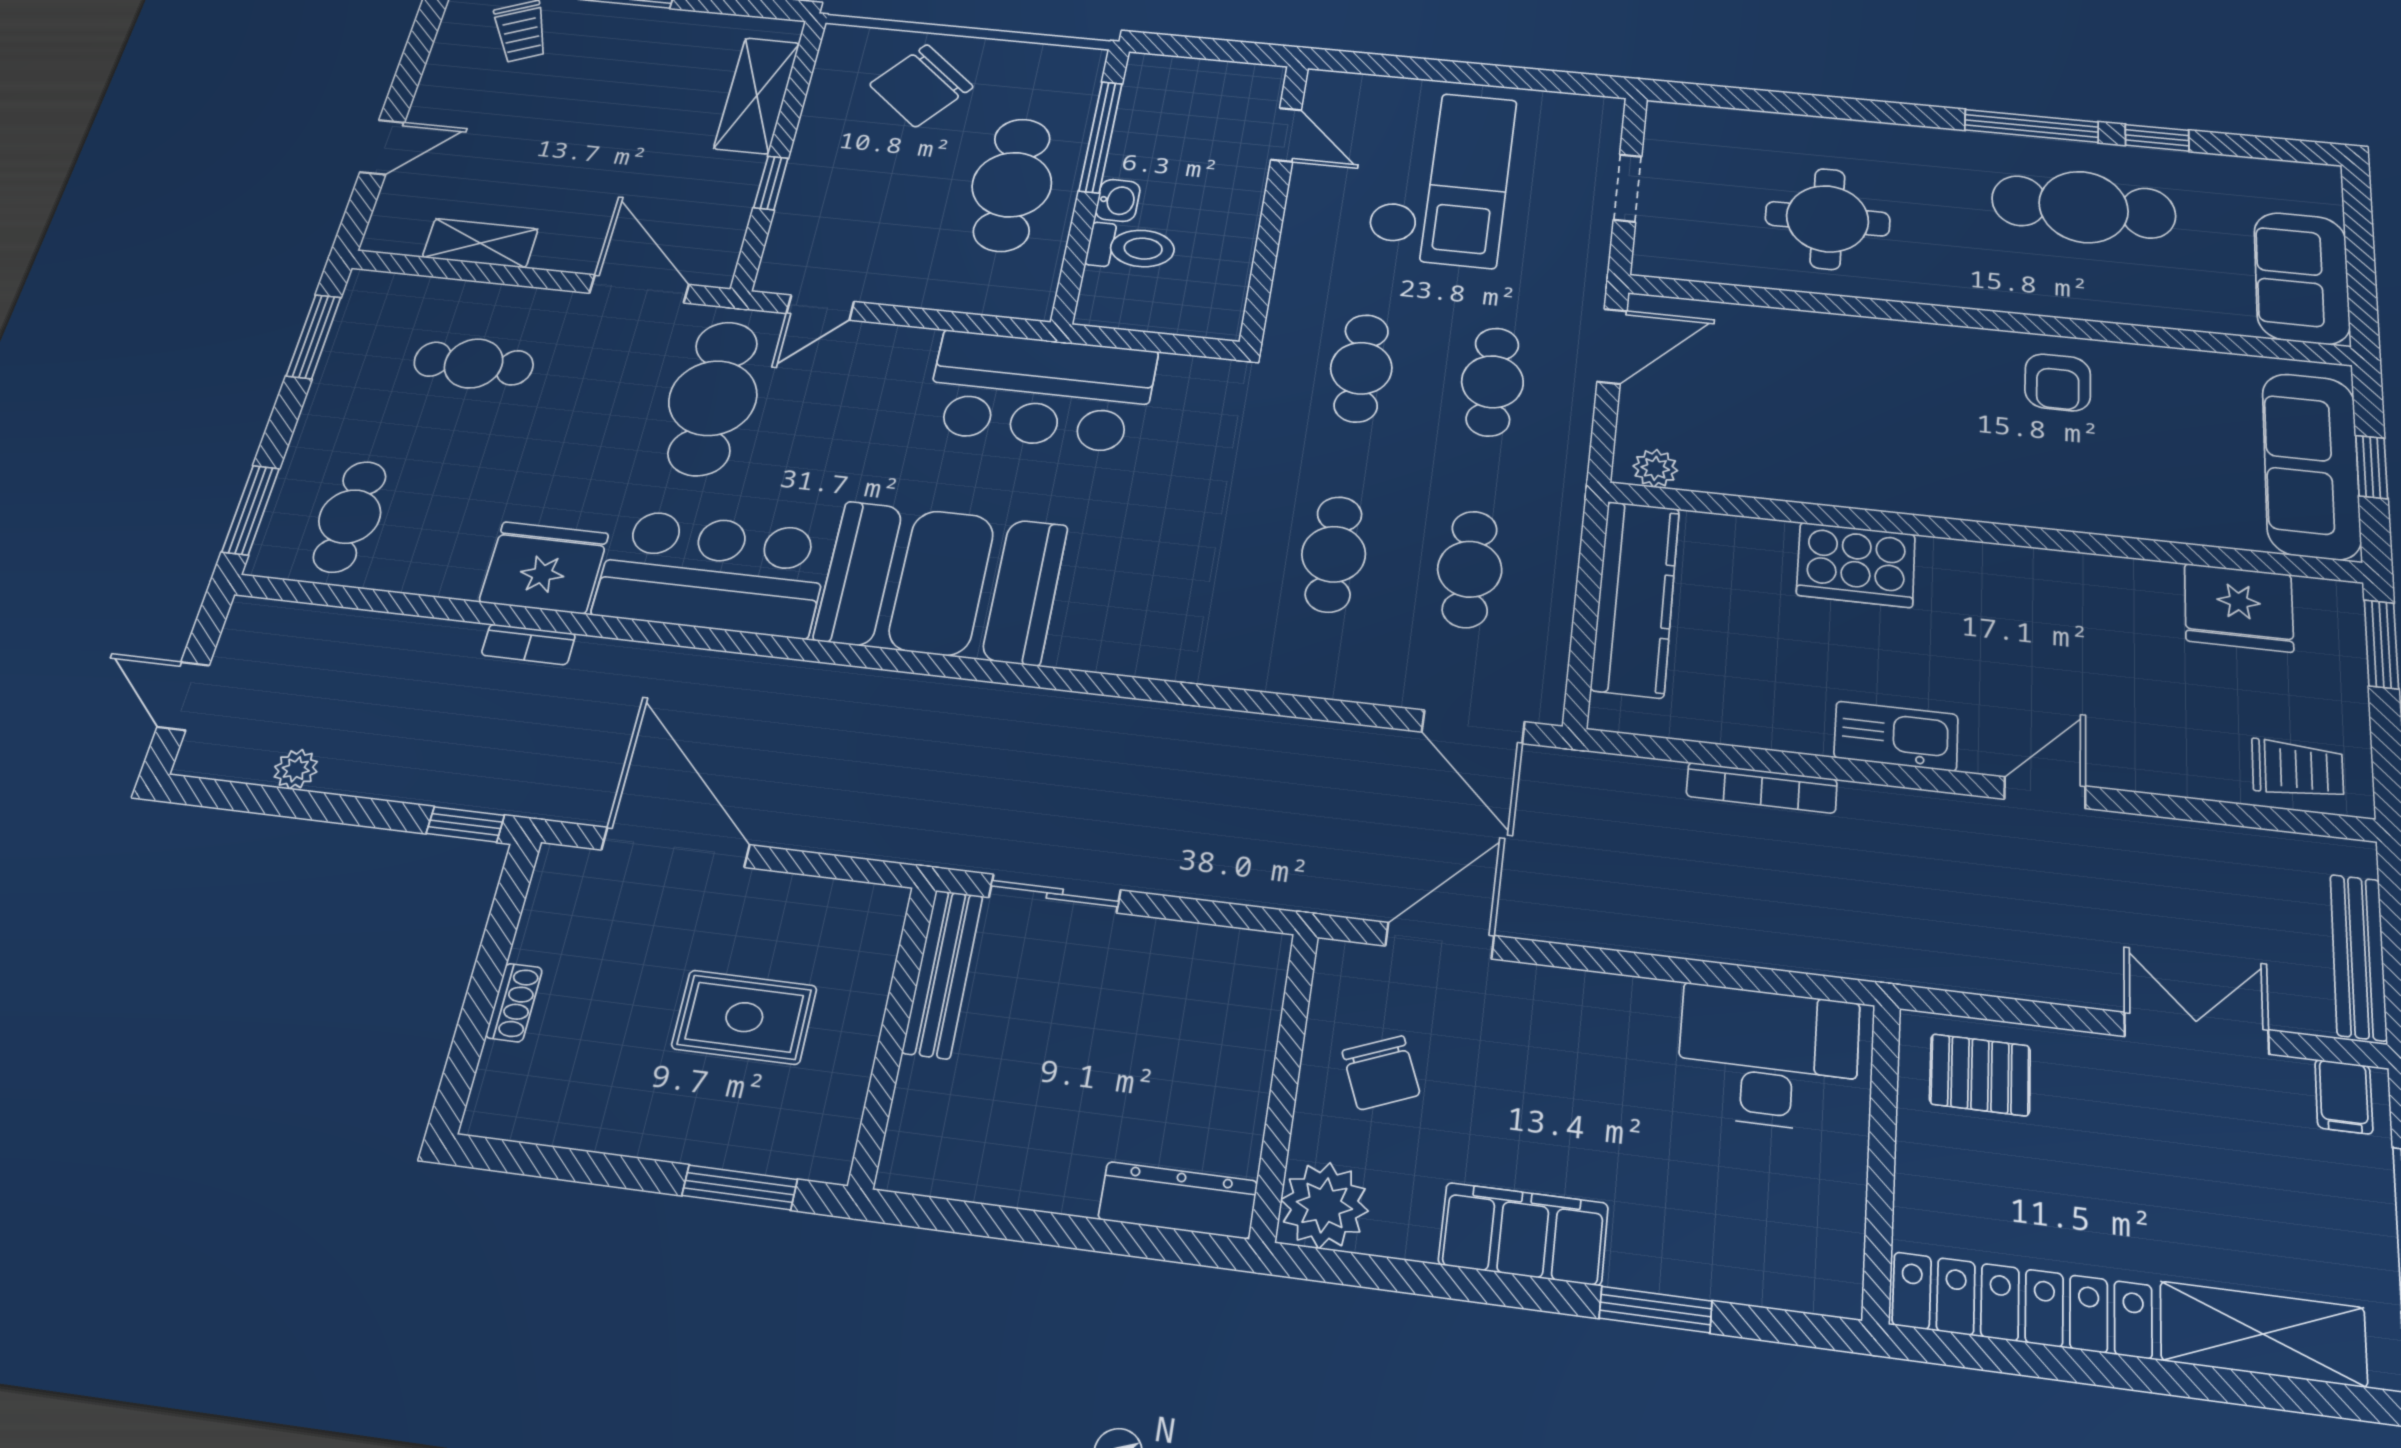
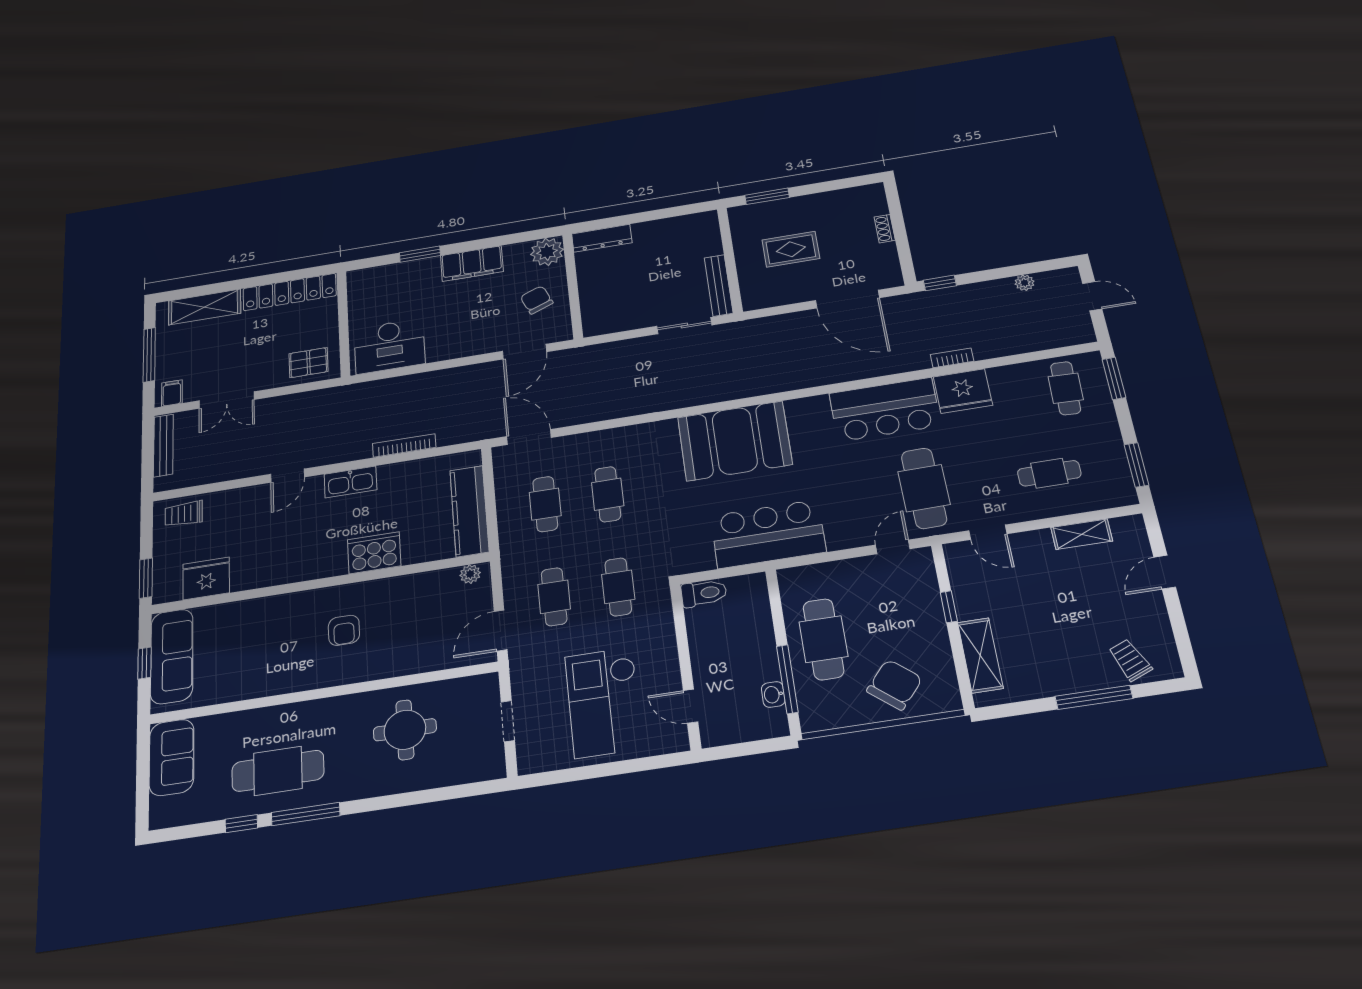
washbasin: (1118, 200) -> (773, 694), moved
toilet: (1131, 247) -> (704, 593), moved, turned 180
door: (639, 289) -> (988, 532), width x0.73
armchair: (2058, 382) -> (344, 630), moved, turned 180
booth: (941, 583) -> (735, 441), moved

